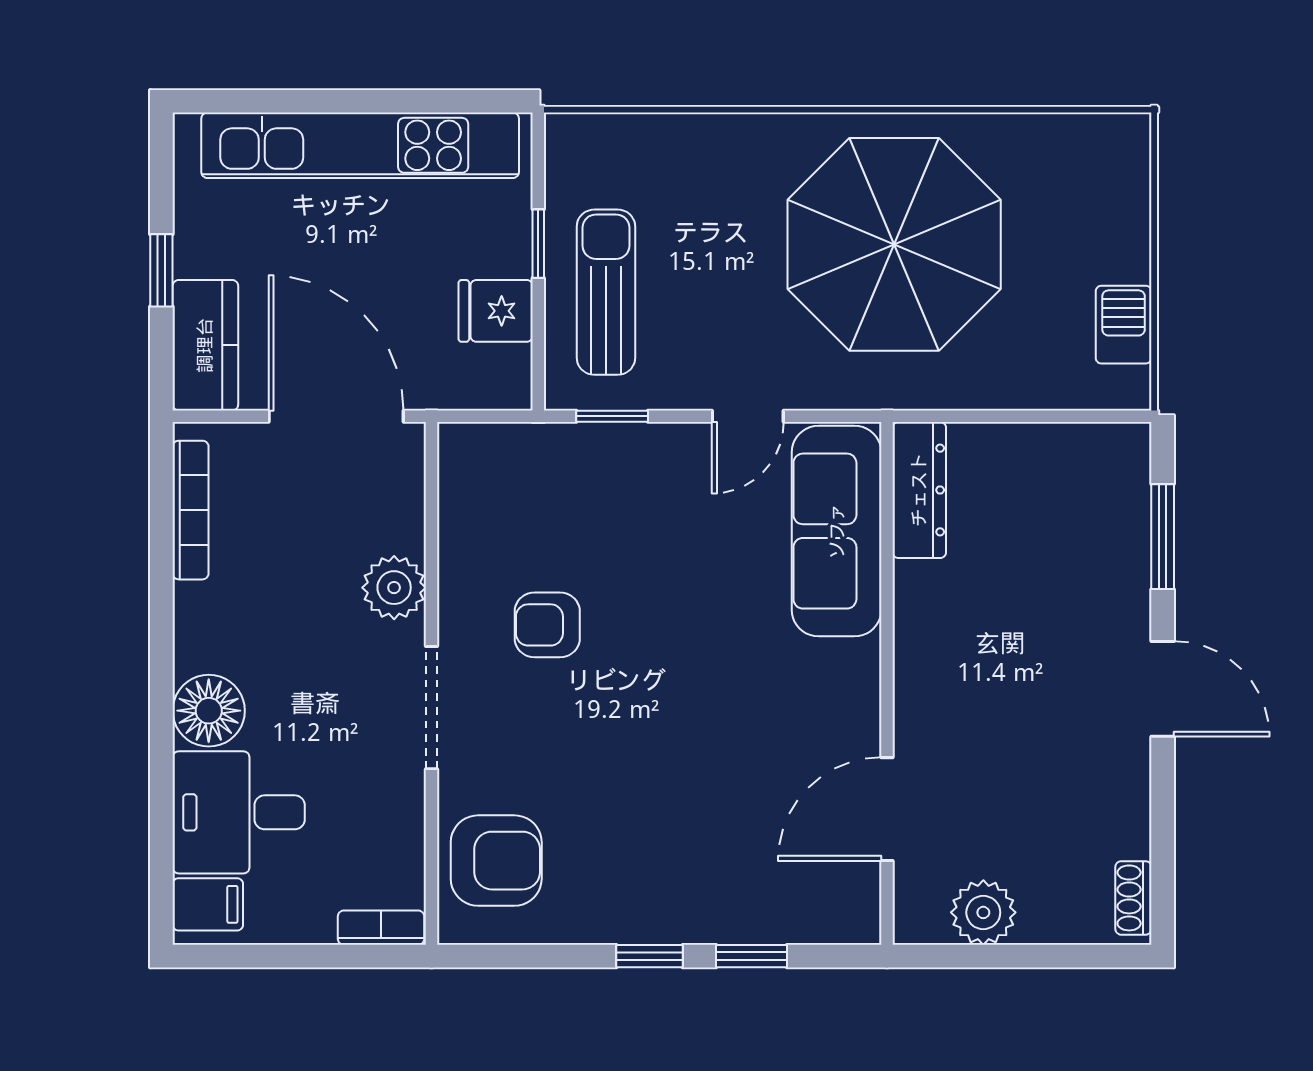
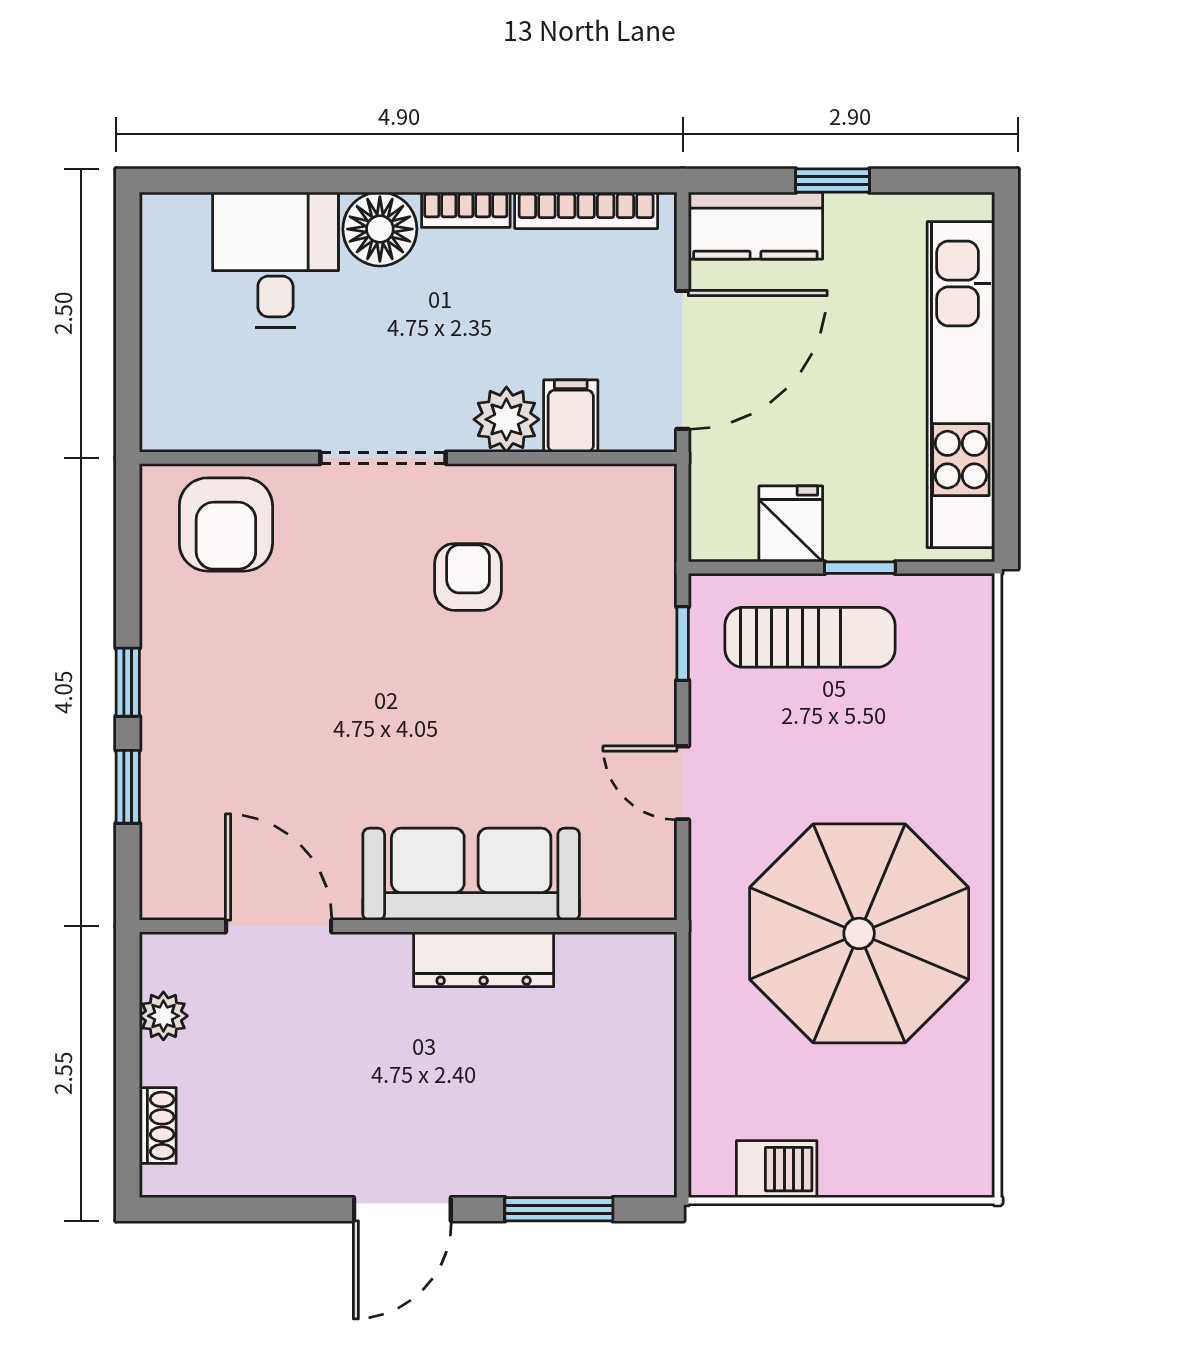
dresser: (919, 490) -> (484, 959), moved
sofa: (837, 531) -> (471, 874), moved
shoe rack: (1133, 898) -> (158, 1126), moved, turned 90
filing cabinet: (208, 904) -> (571, 416), moved, turned 180
plant: (983, 912) -> (163, 1016), width x0.73, depth x0.73
bookcase: (381, 928) -> (466, 210), moved, turned 90

